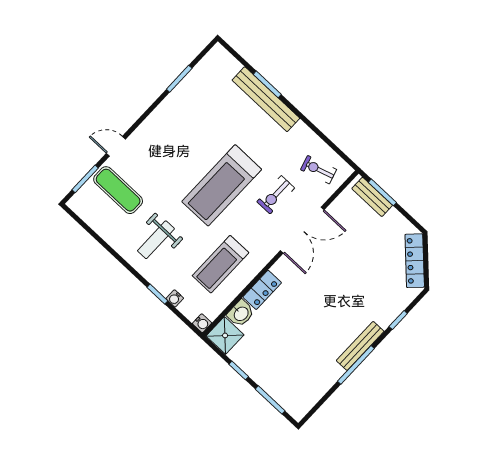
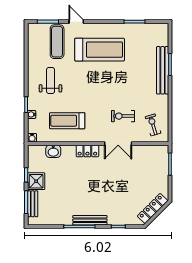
treadmill: (222, 185) -> (100, 50), moved, turned 180
bench: (372, 197) -> (33, 204), moved
double door: (302, 230) -> (118, 144), width x0.73
weight bench: (156, 240) -> (51, 80), turned 90
locker: (262, 290) -> (87, 151), moved
shower: (225, 335) -> (36, 181), moved

